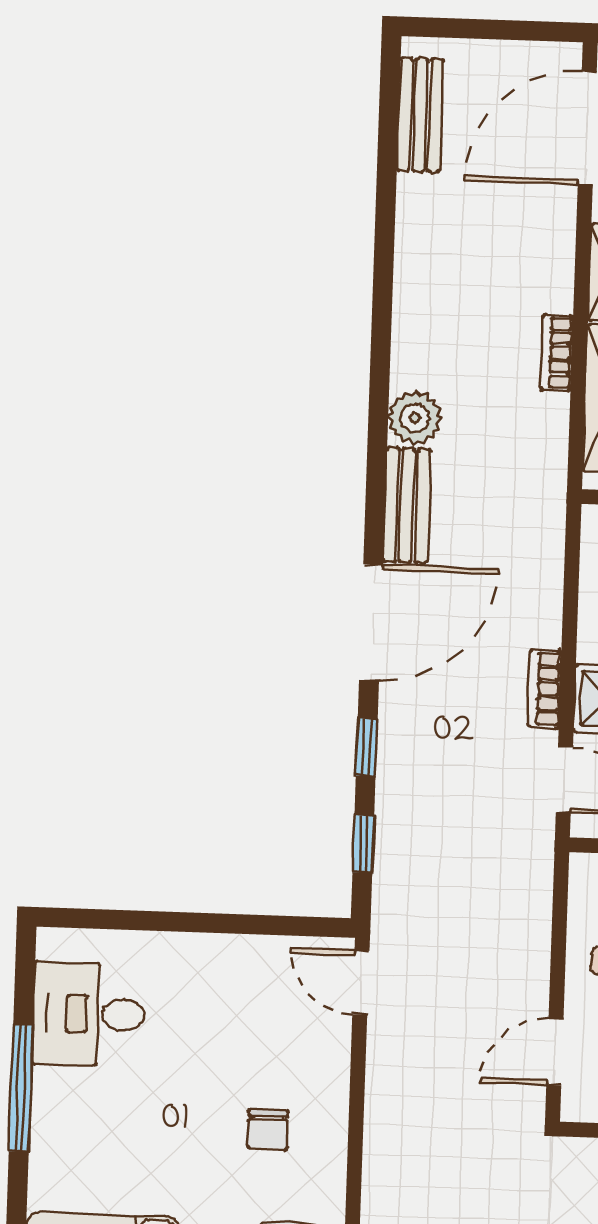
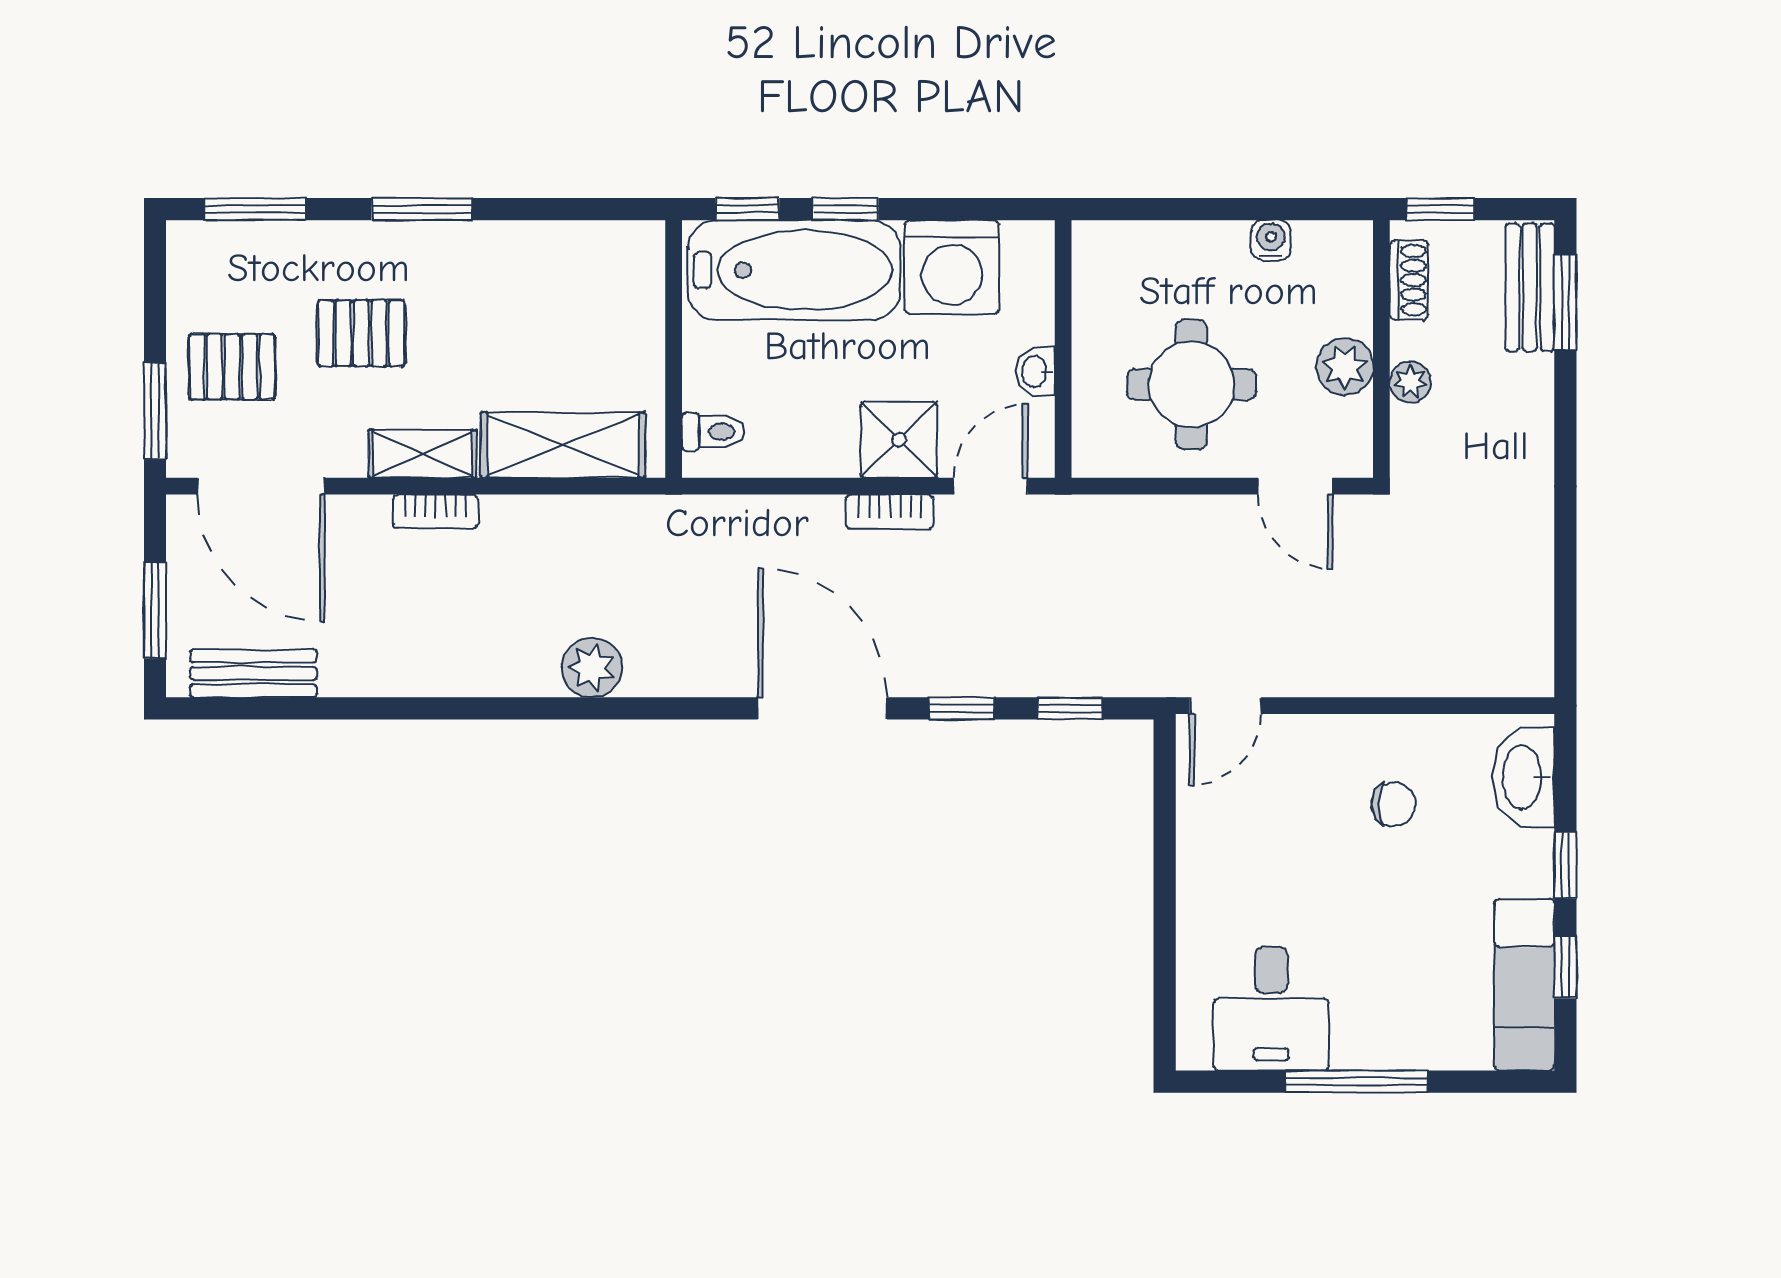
window: (480, 29) -> (155, 610), added
bookcase: (557, 353) -> (436, 511), moved
bench: (407, 505) -> (690, 673), removed

